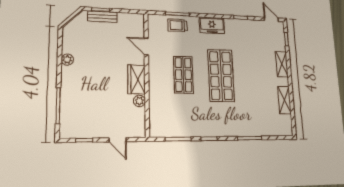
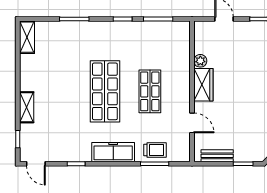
bench: (102, 17) -> (217, 156), moved
freezer: (212, 25) -> (113, 152), width x1.40
shelving: (284, 100) -> (27, 37), moved

